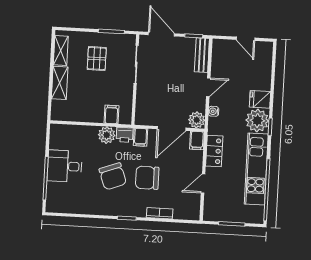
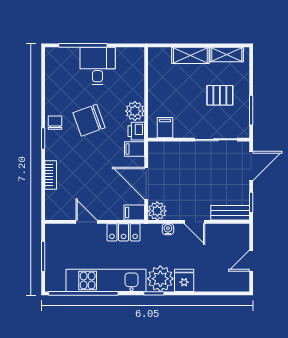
filing cabinet: (111, 114) -> (165, 128), moved, turned -90
chair: (147, 178) -> (55, 123), moved, width x0.54, depth x0.54

